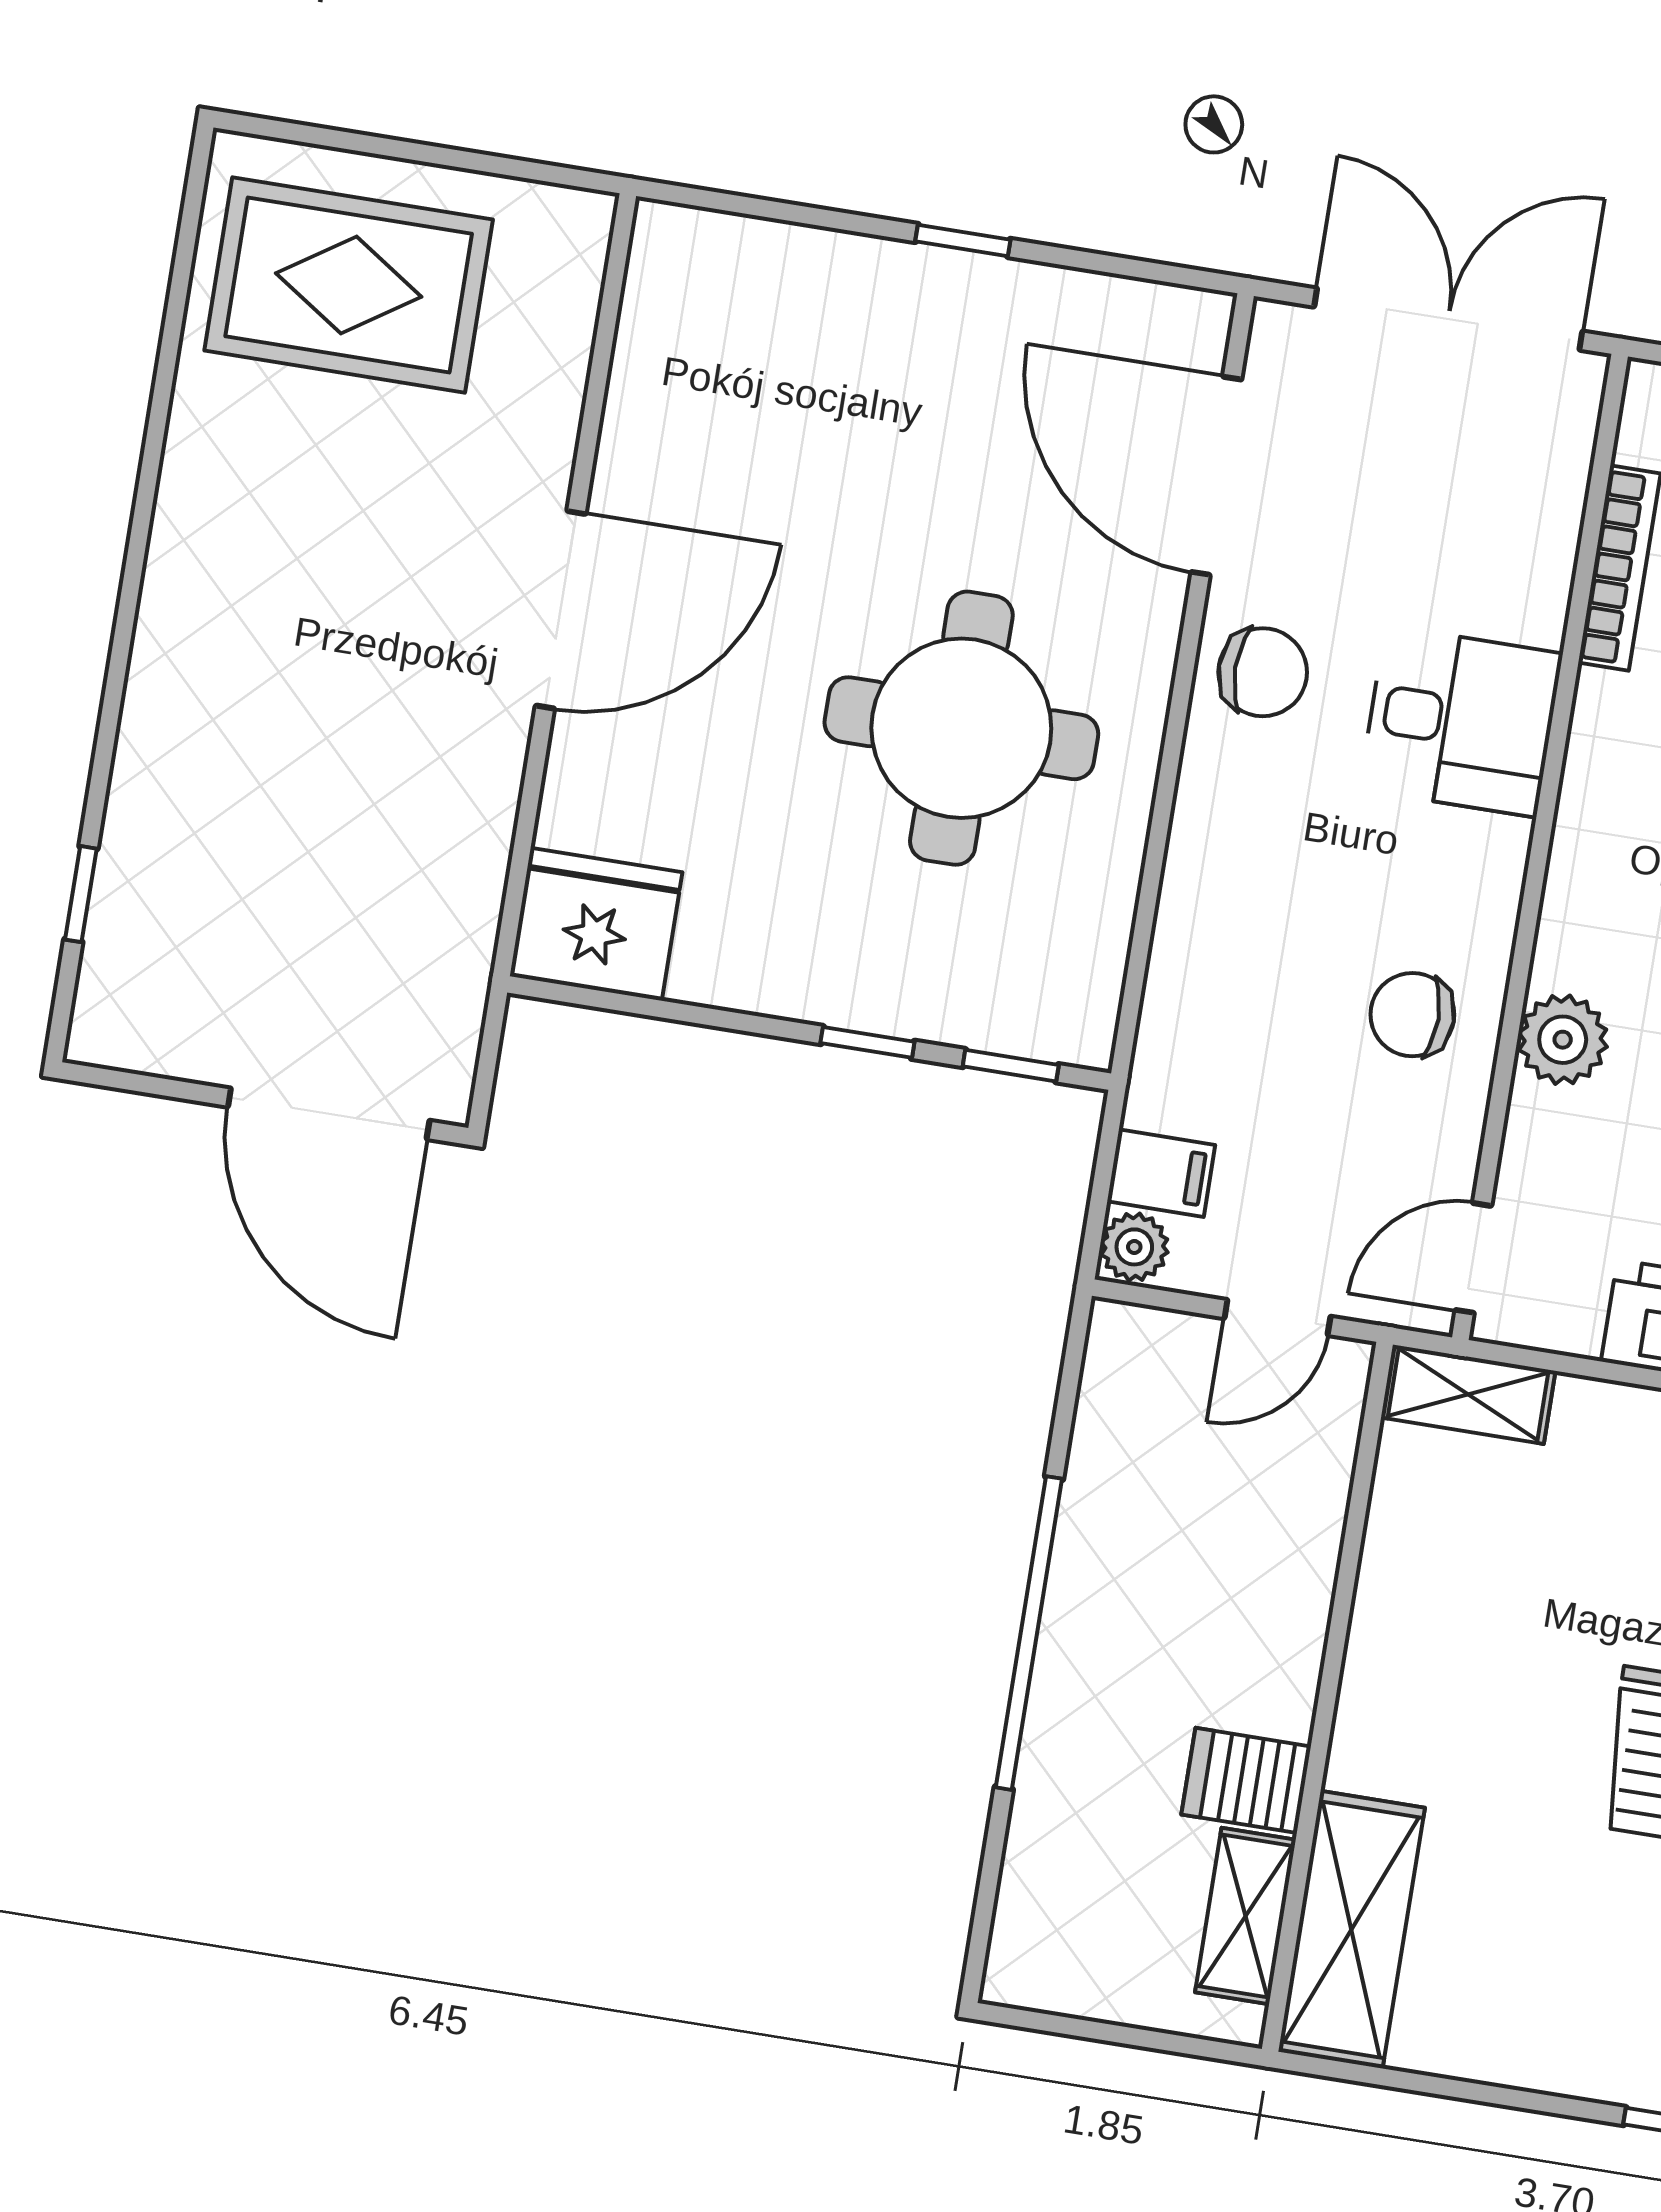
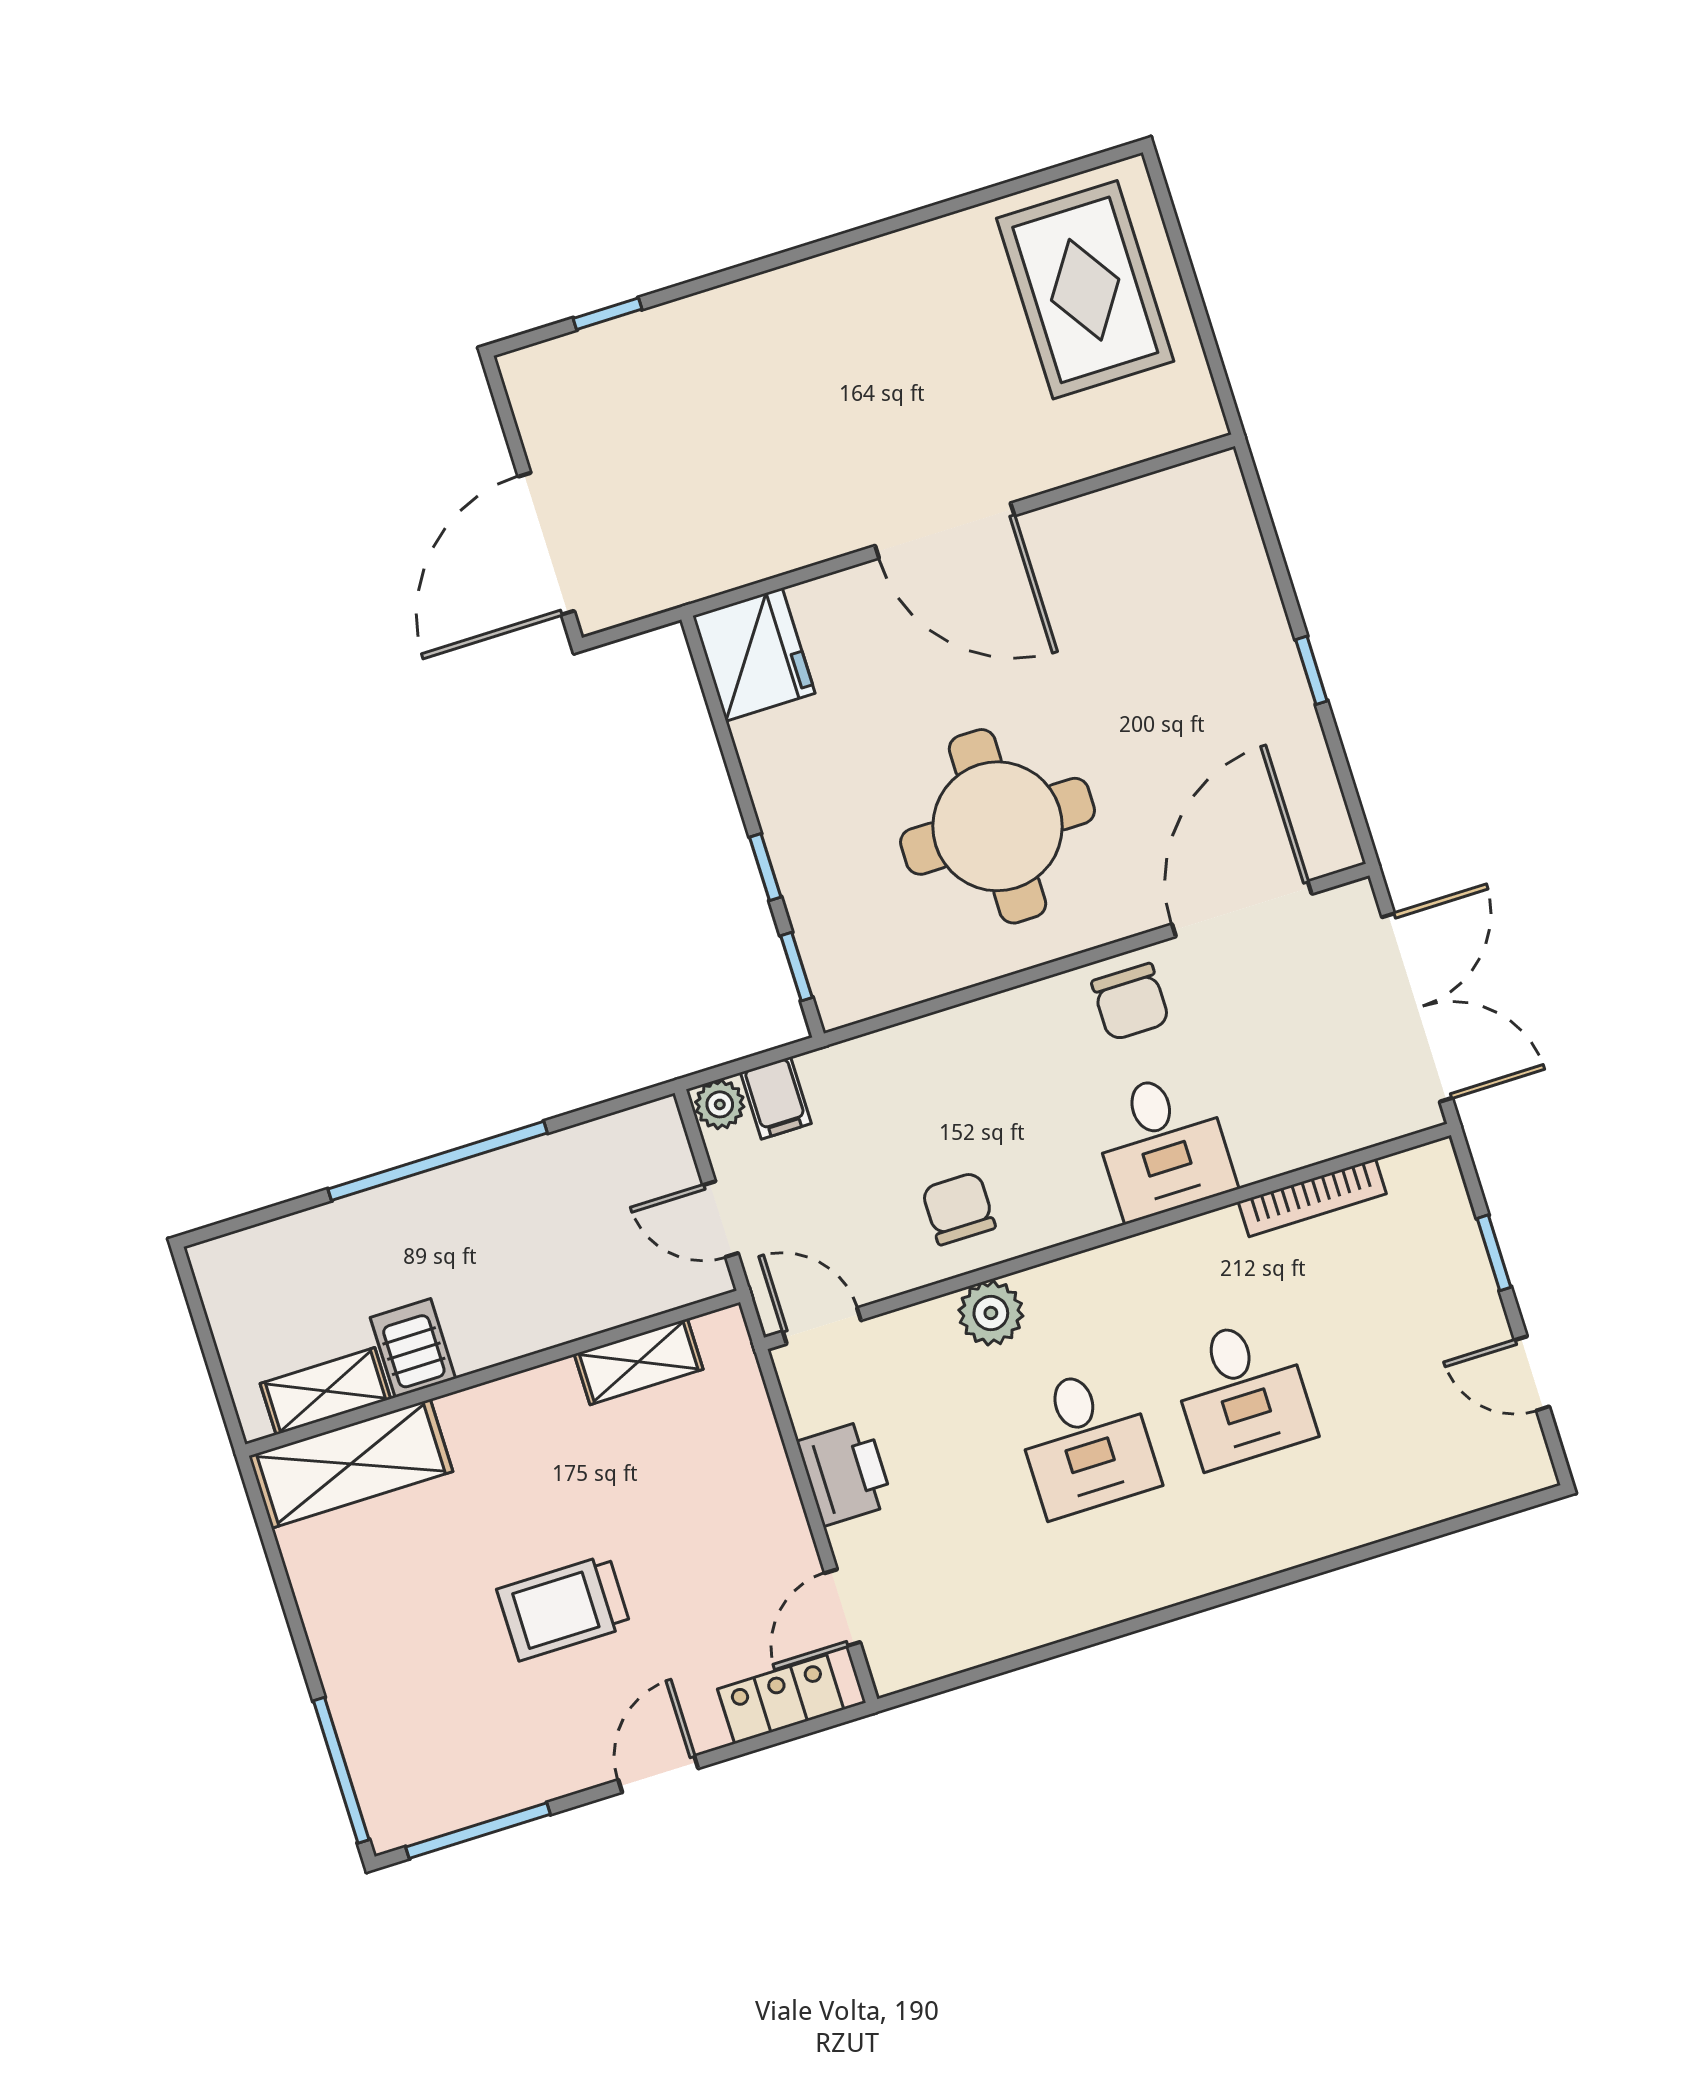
shelving: (1468, 1394) -> (639, 1362), moved, turned 90

